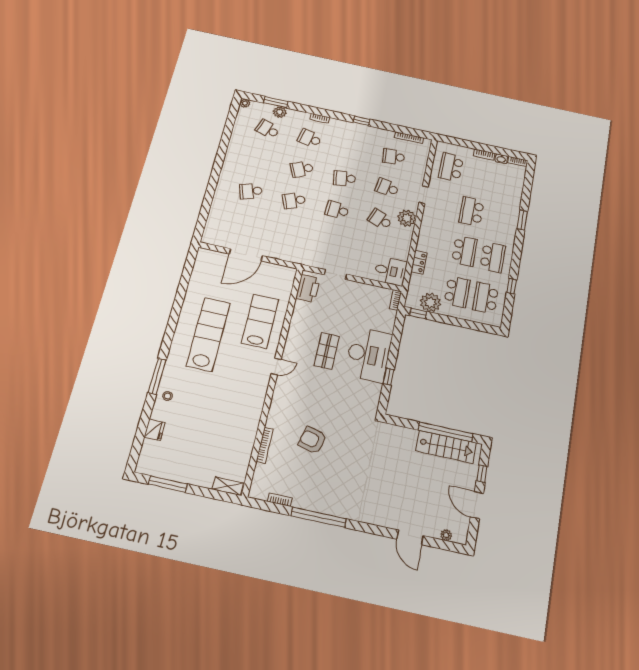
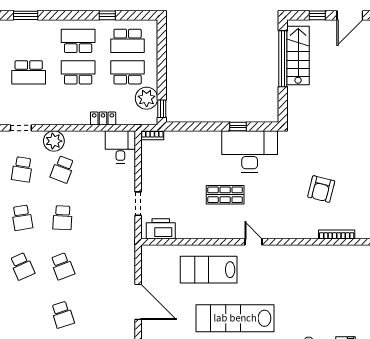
desk: (369, 355) -> (250, 151), moved

